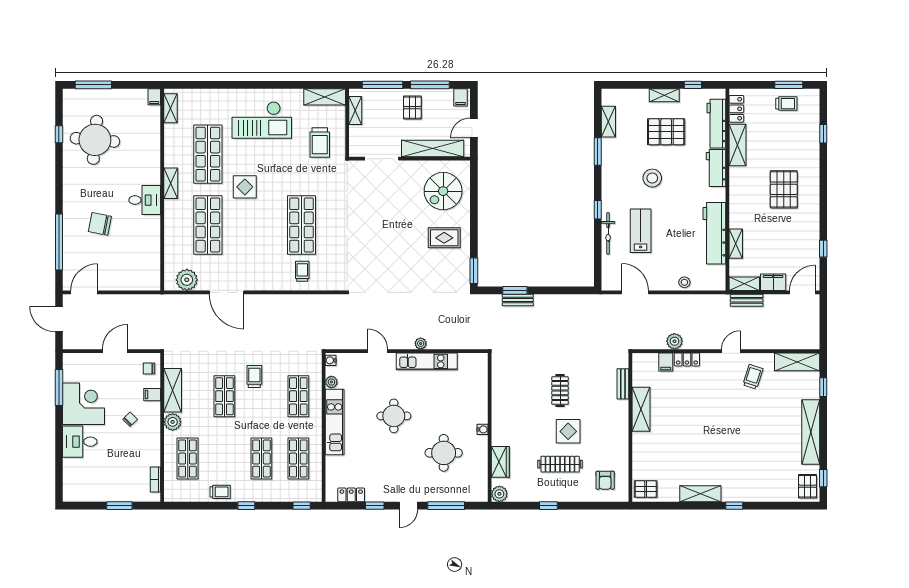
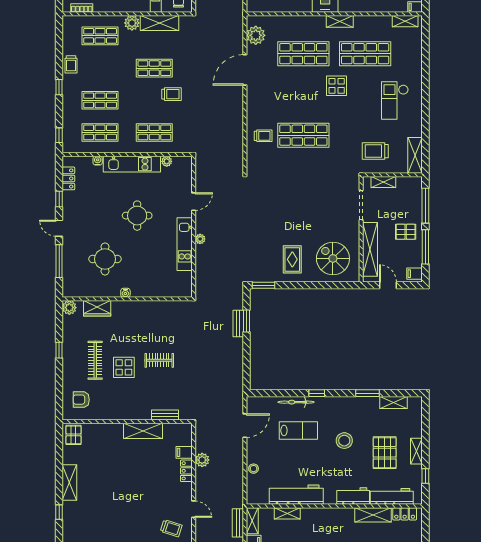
shelving: (355, 111) -> (383, 182), moved
checkout: (262, 120) -> (395, 101), width x0.73, depth x0.83
water cooler: (331, 360) -> (98, 161), moved

